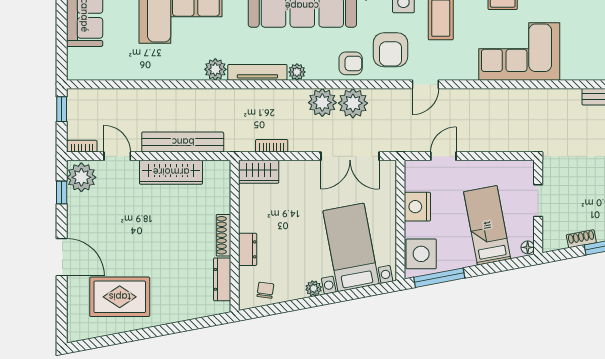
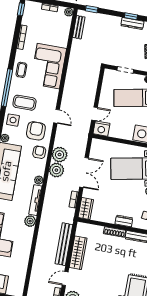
armchair: (391, 50) -> (36, 131), turned -90
double door: (350, 156) -> (84, 173), moved
door: (443, 156) -> (94, 114), swing flipped
nightstand: (417, 207) -> (101, 129), moved

